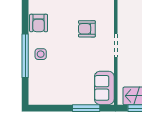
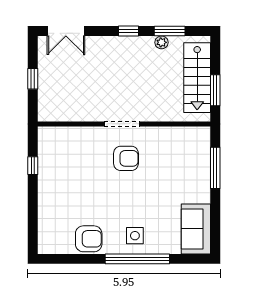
armchair: (87, 29) -> (126, 158), moved, turned -90
sofa: (104, 88) -> (196, 229), moved, turned 90

